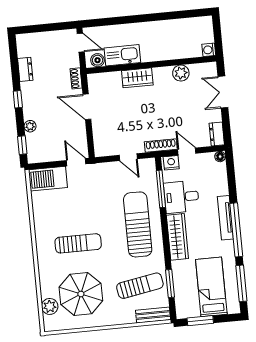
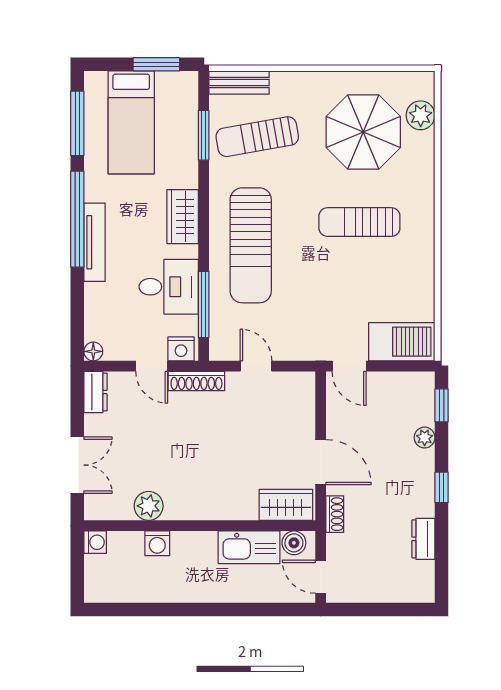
washing machine: (174, 53) -> (157, 543), added
wardrobe: (137, 78) -> (286, 505), moved
wardrobe: (177, 237) -> (183, 217), width x0.67

